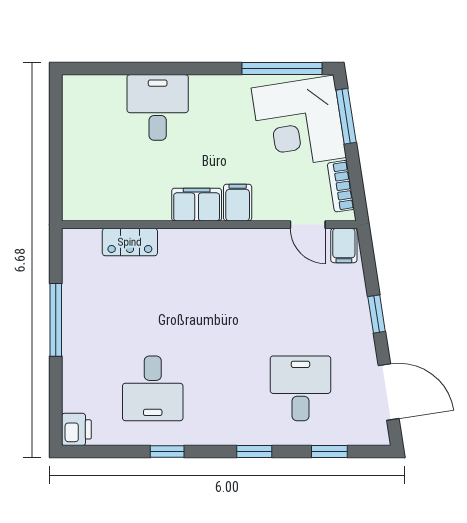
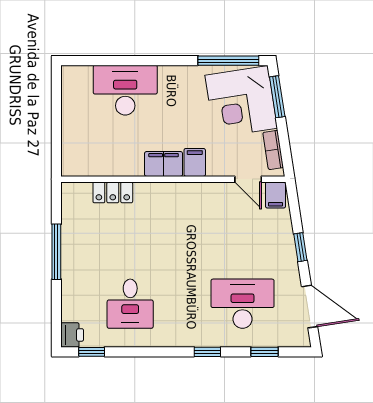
desk: (158, 107) -> (125, 90), width x1.37
desk: (300, 388) -> (243, 304), width x1.37
window: (167, 452) -> (92, 352), moved

